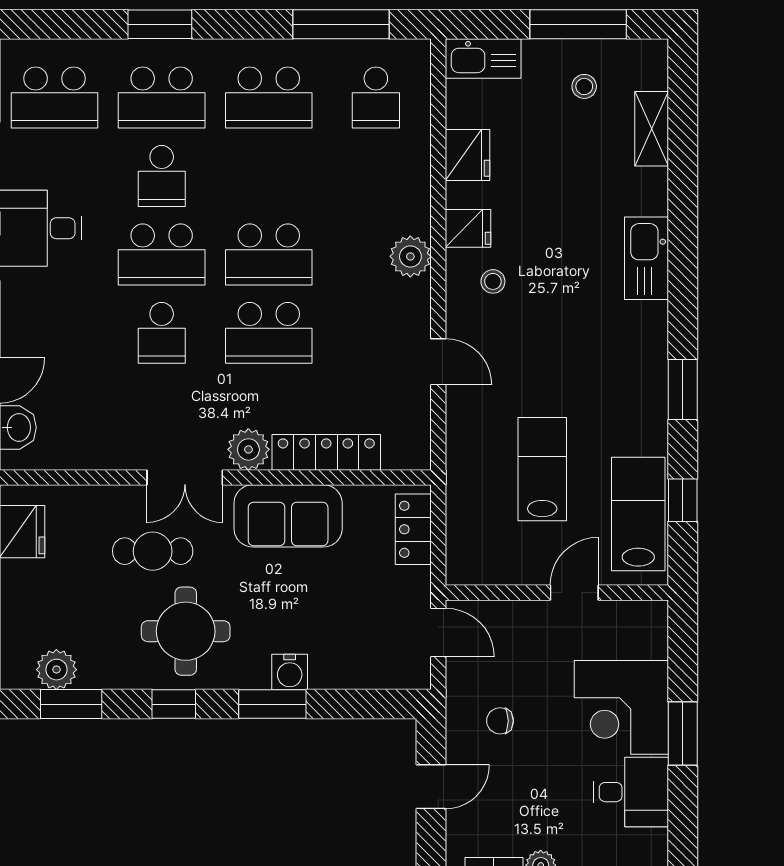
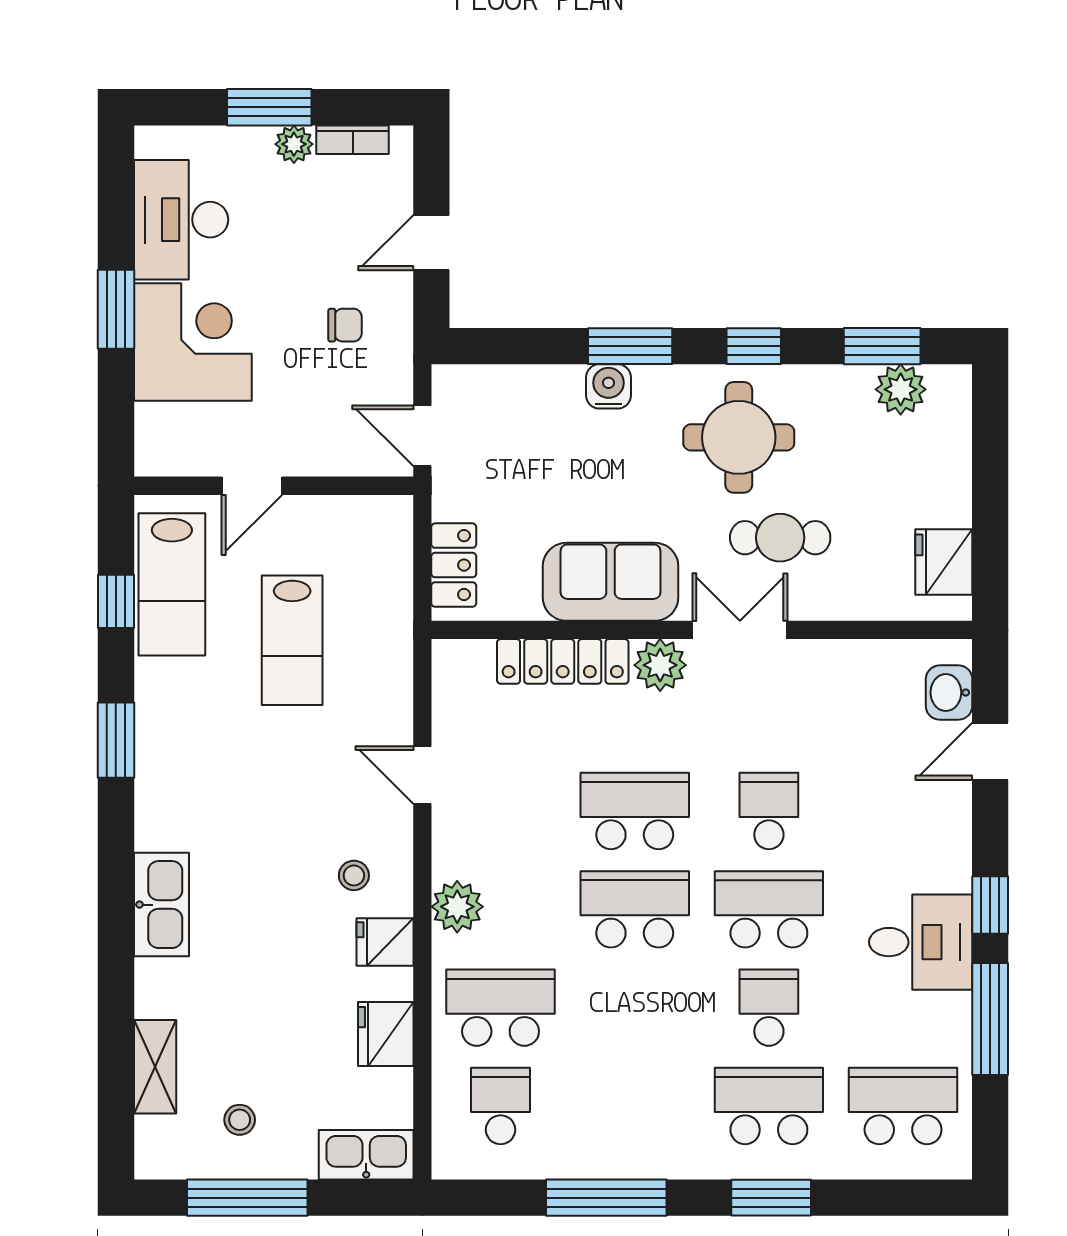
window: (341, 24) -> (606, 1198), moved
school desk: (269, 97) -> (501, 1008), moved
desk: (631, 792) -> (181, 220), width x1.37

